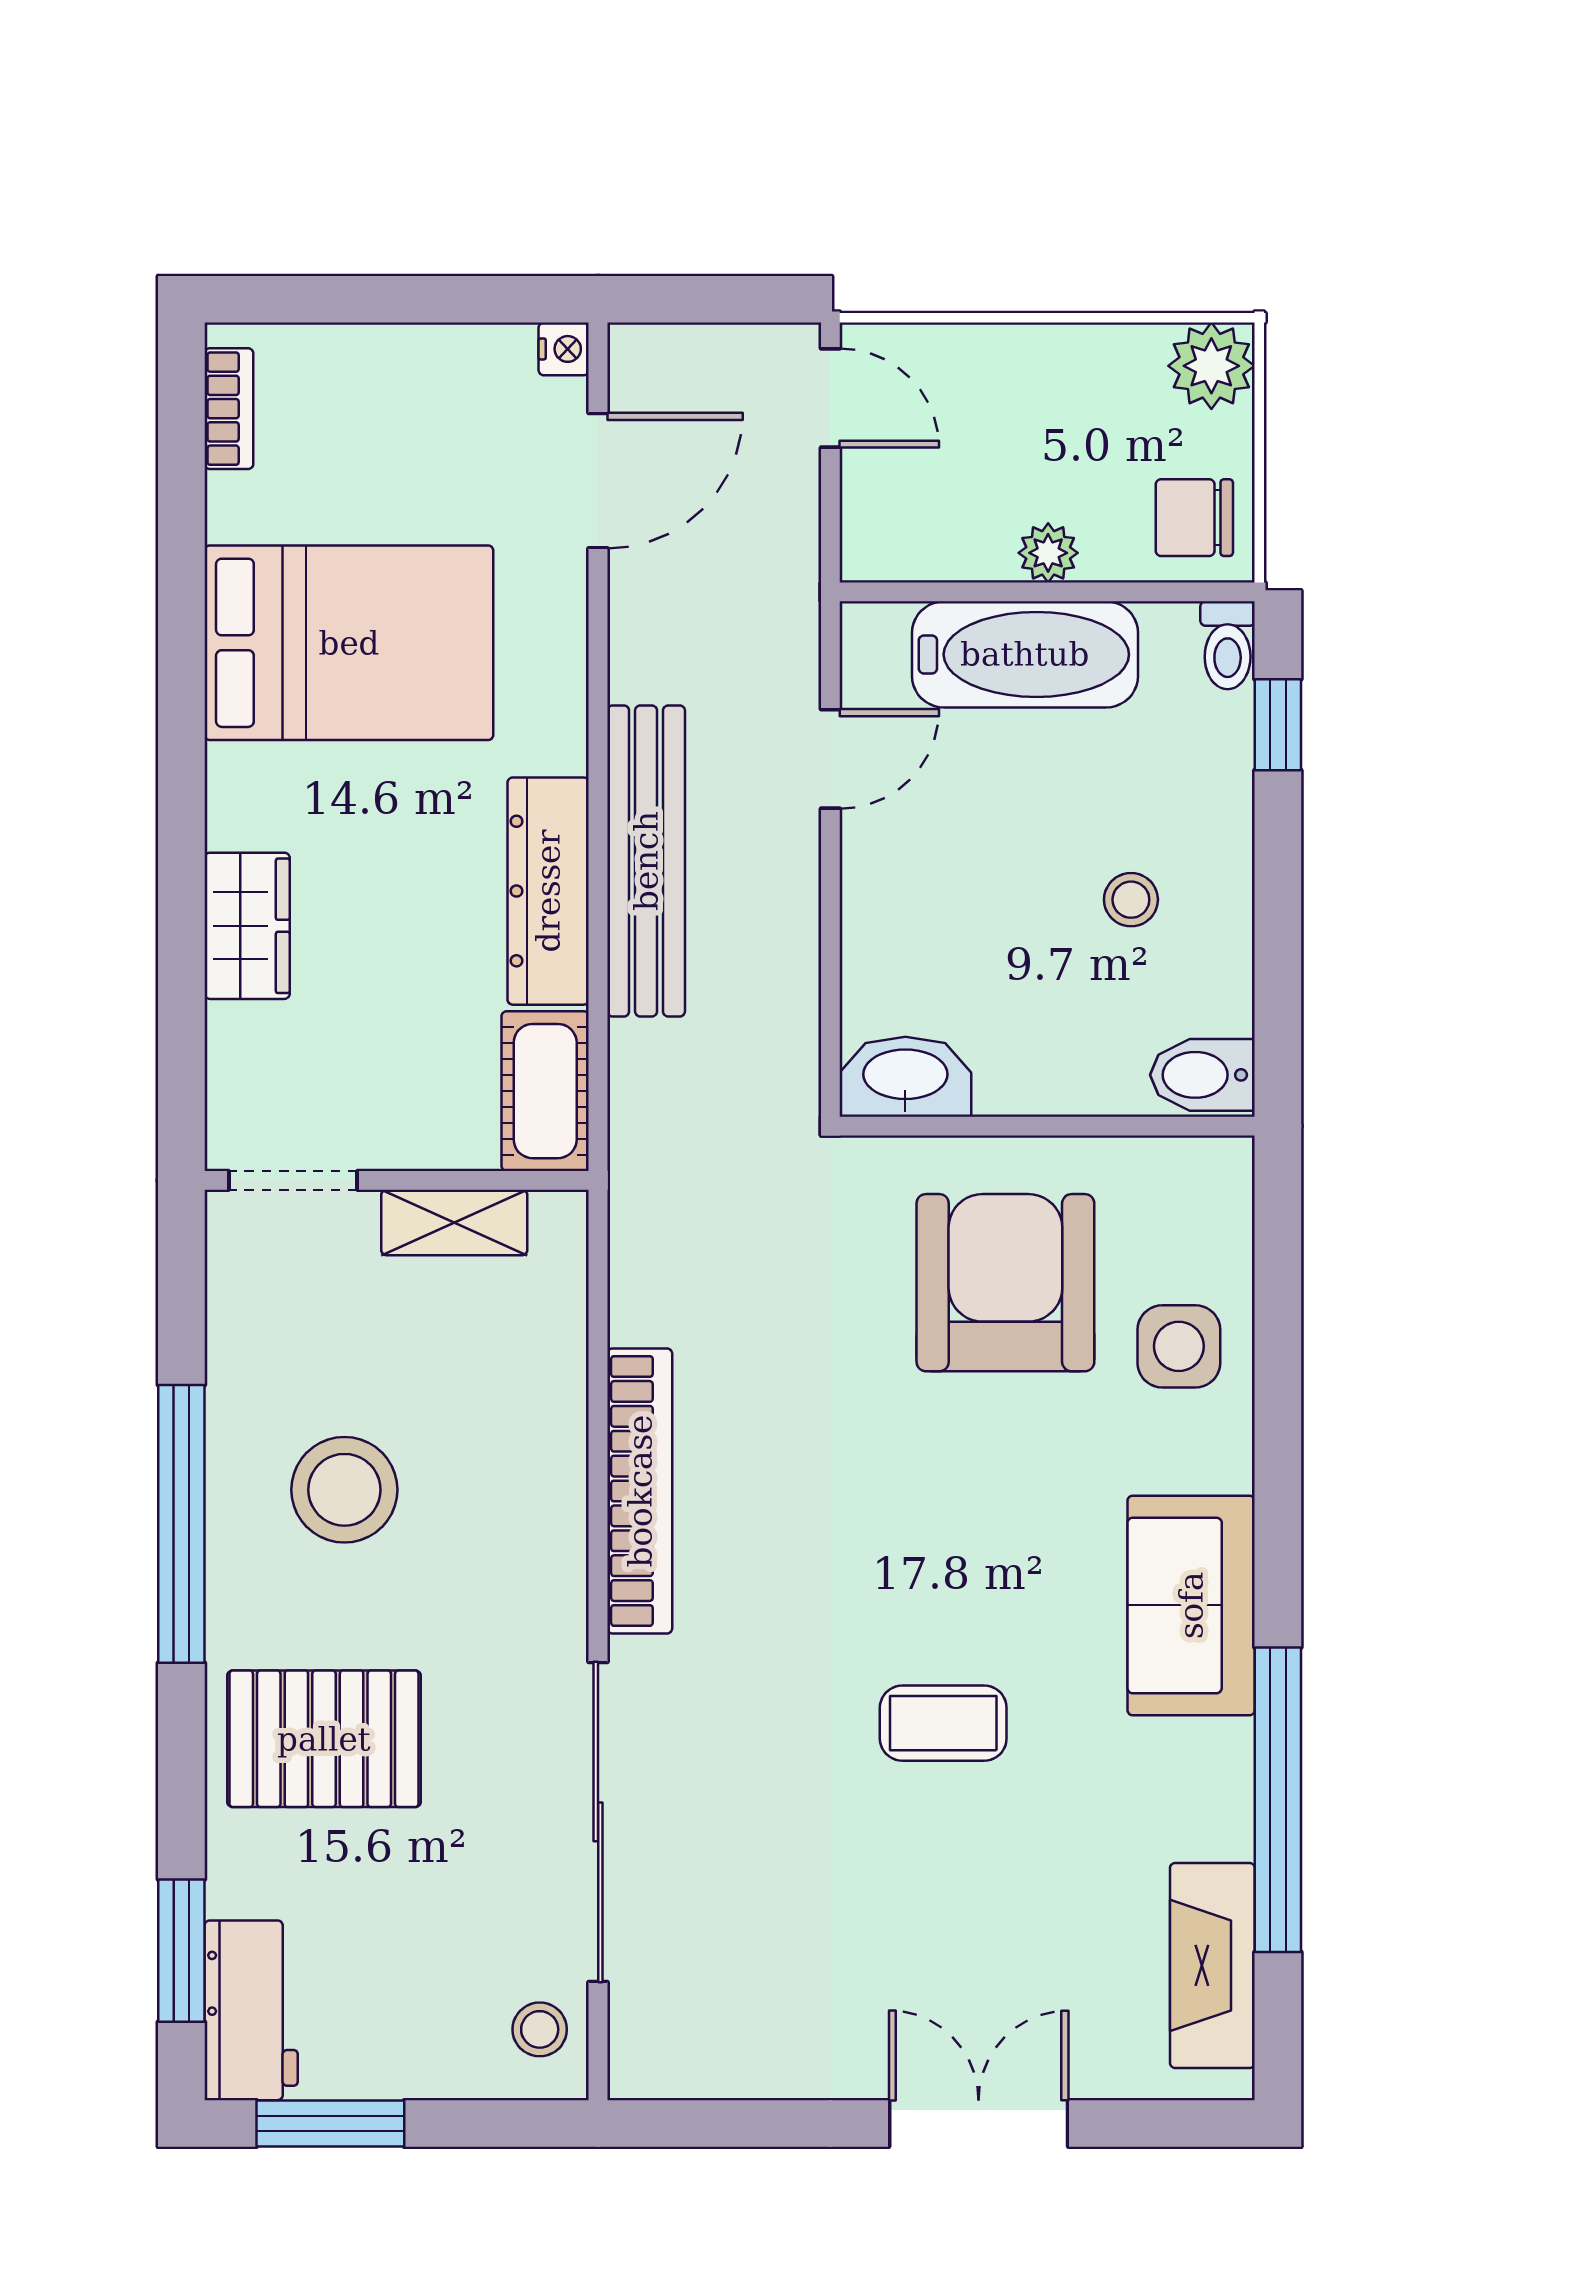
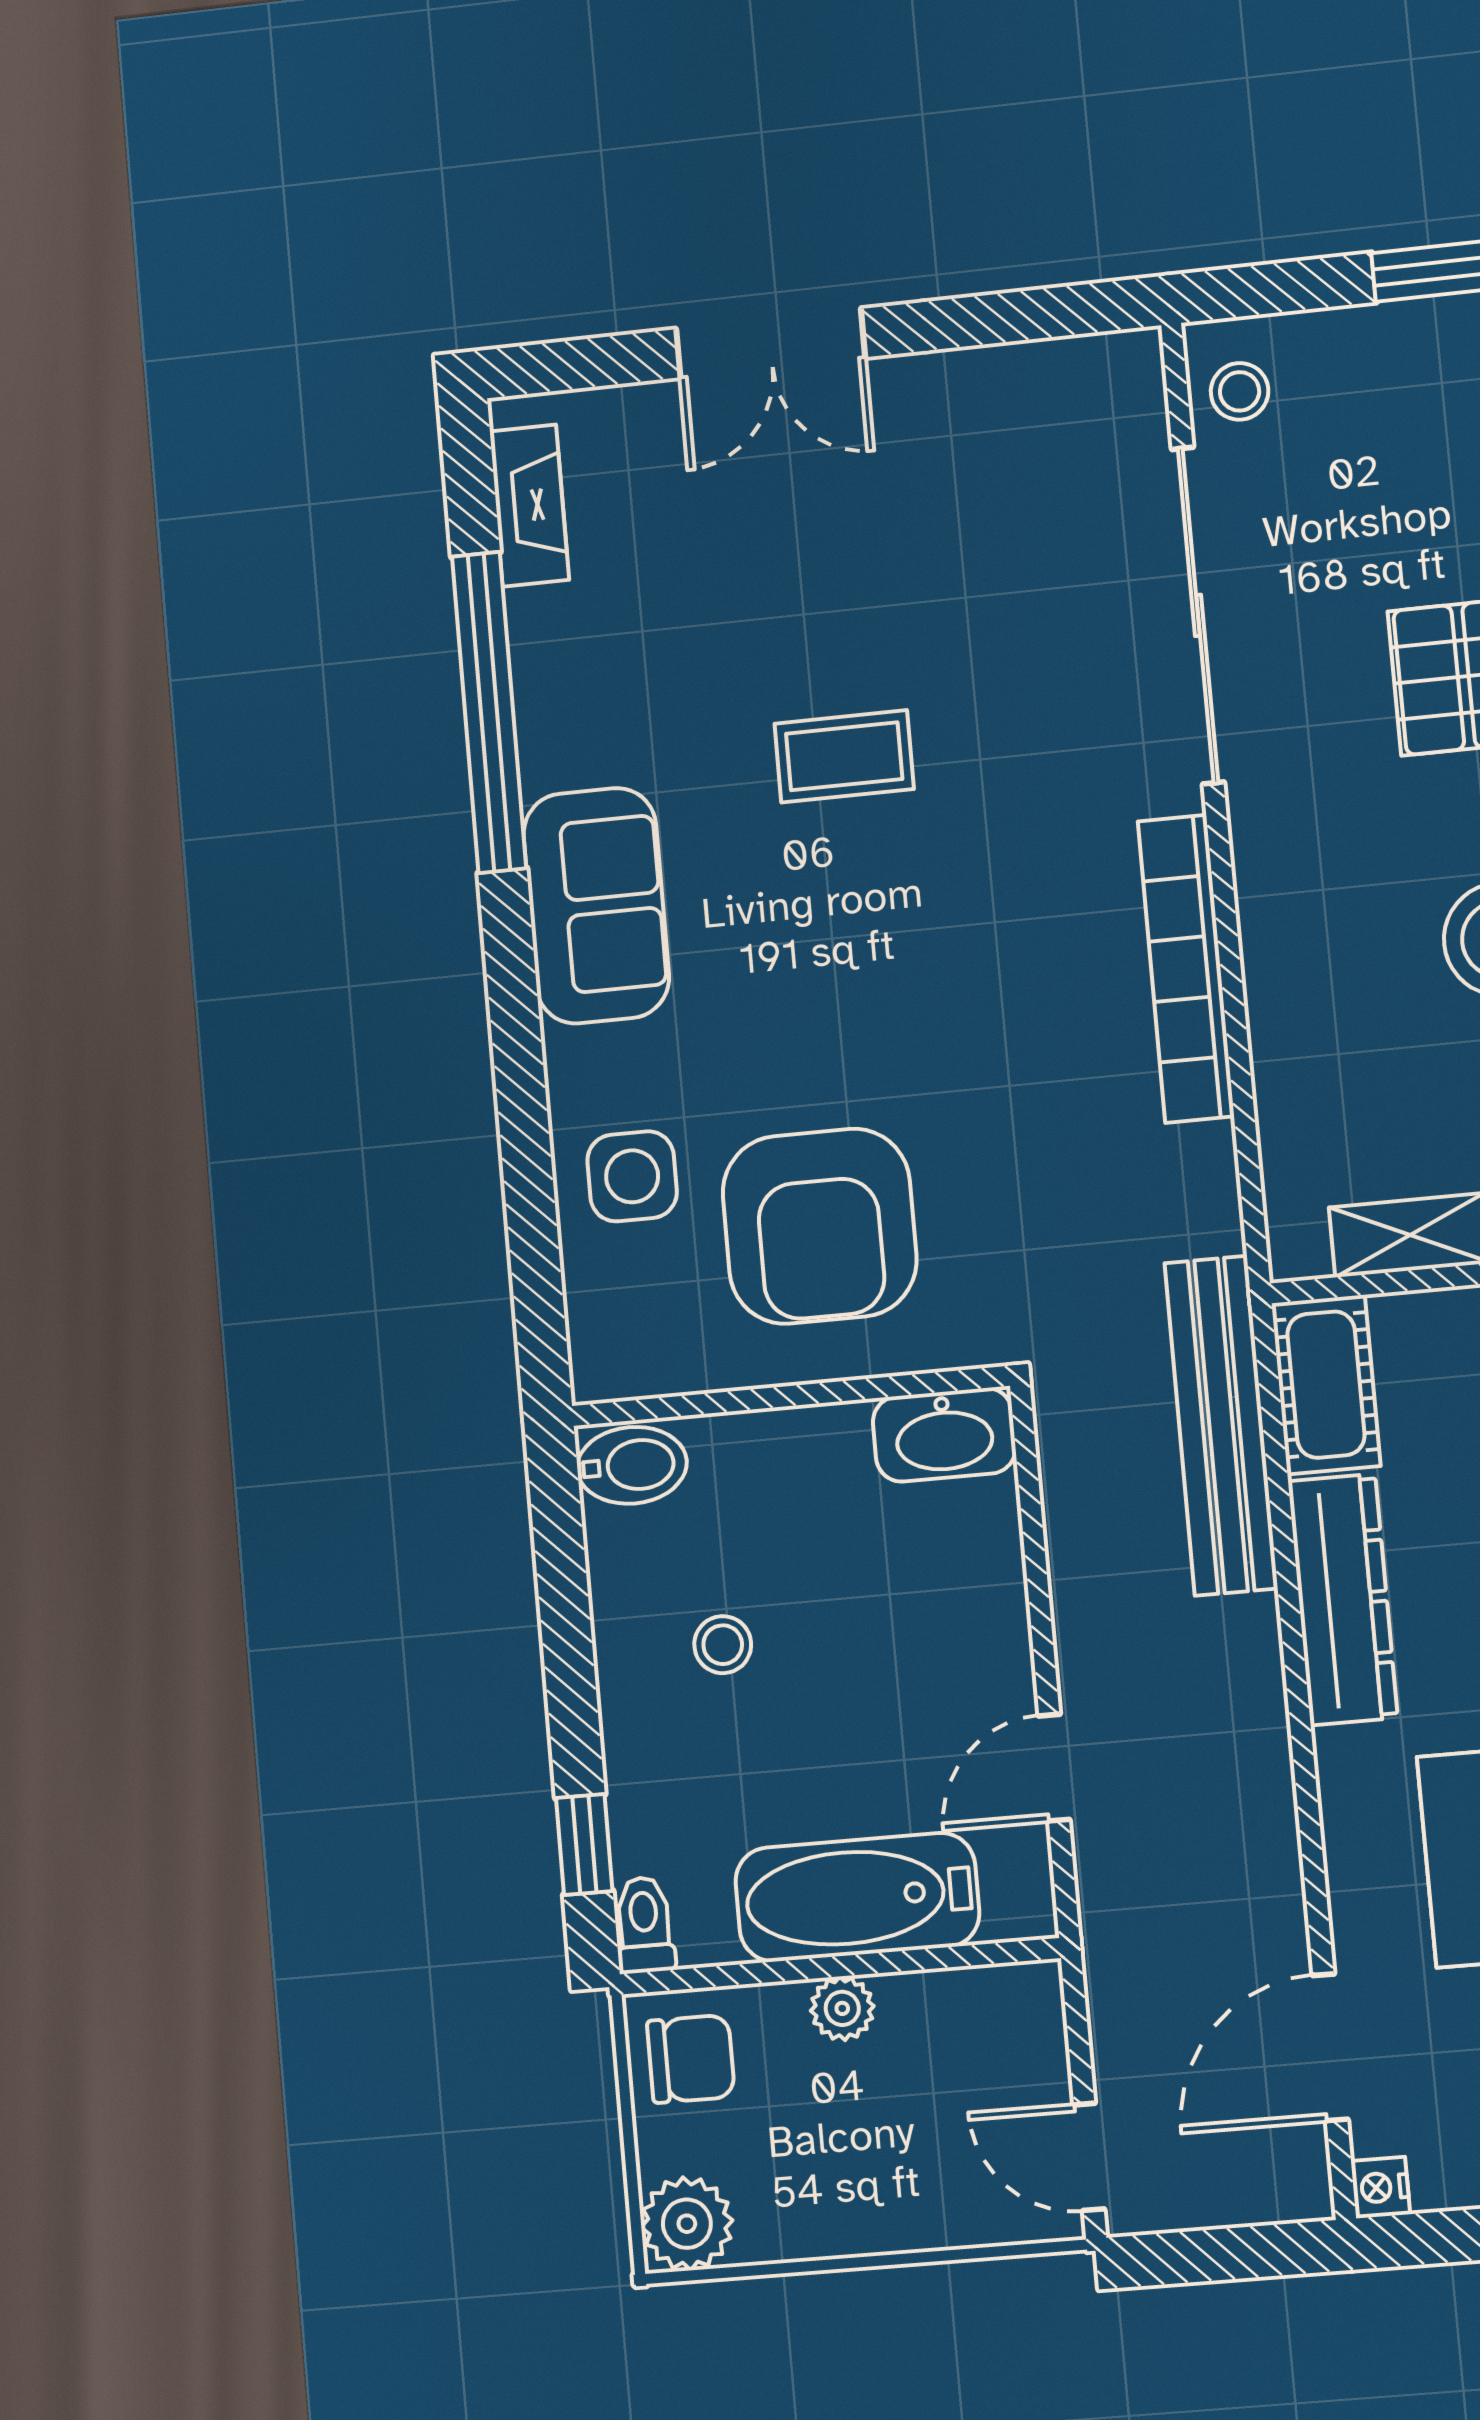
bench: (646, 861) -> (1221, 1426), moved
fireplace: (1212, 1965) -> (529, 506), width x0.73, depth x0.76

